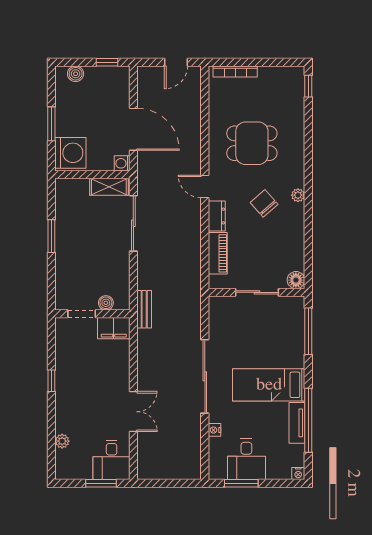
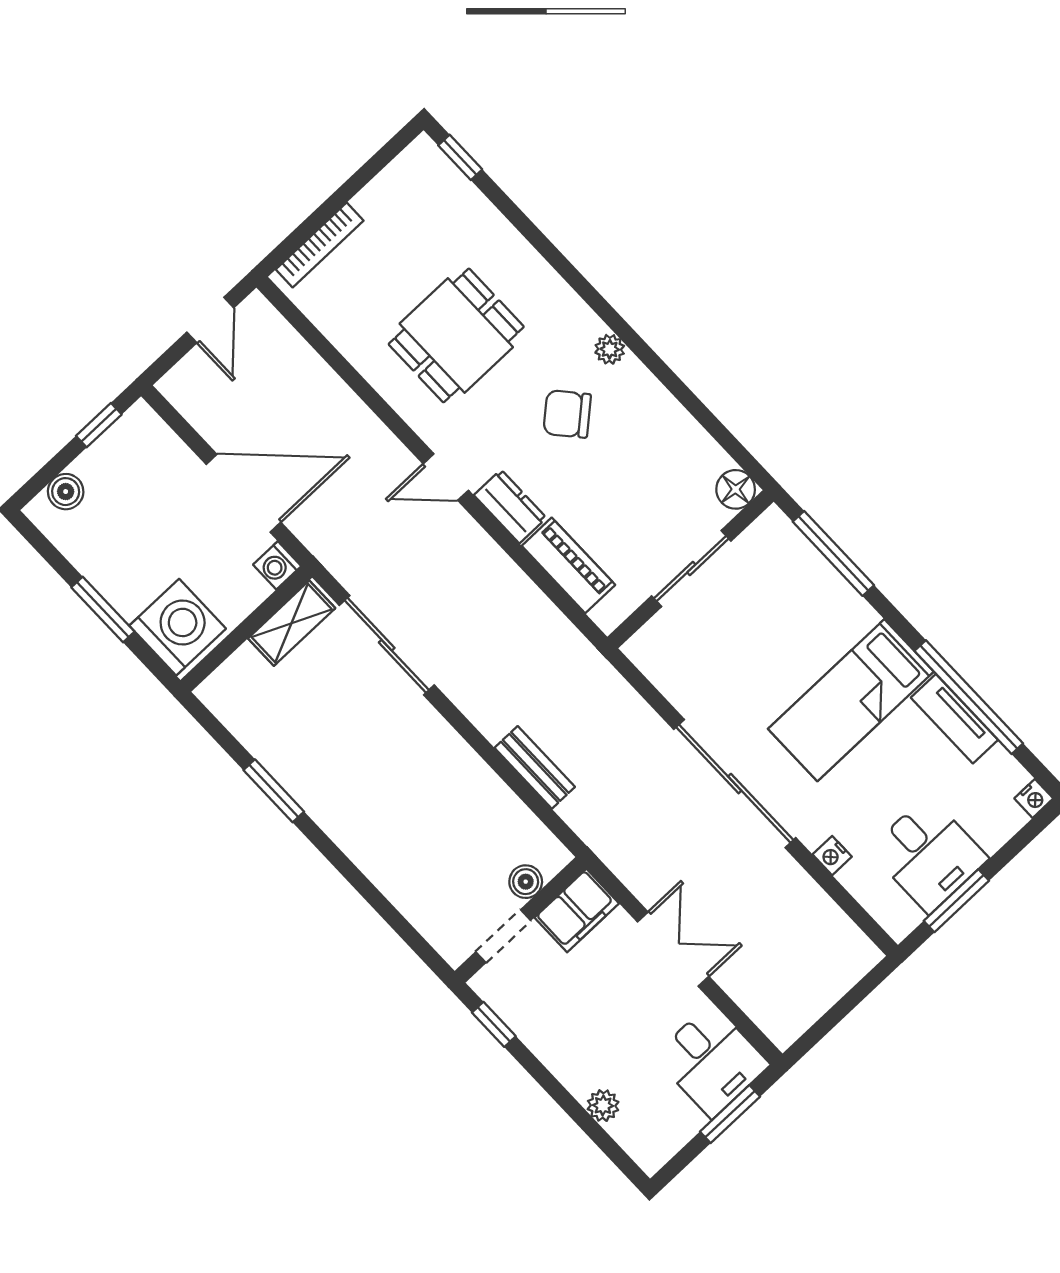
boiler: (106, 303) -> (526, 882), moved
doorway: (82, 314) -> (503, 936), moved
wall: (92, 314) -> (520, 920), moved
filing cabinet: (114, 328) -> (577, 911), moved

